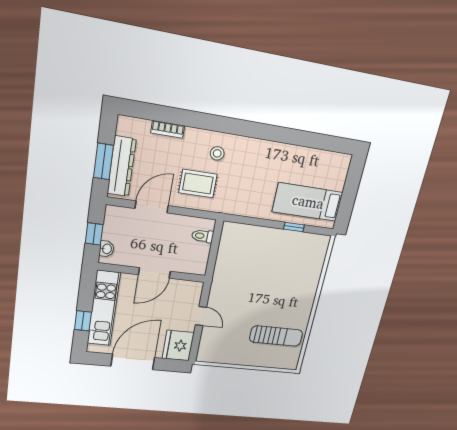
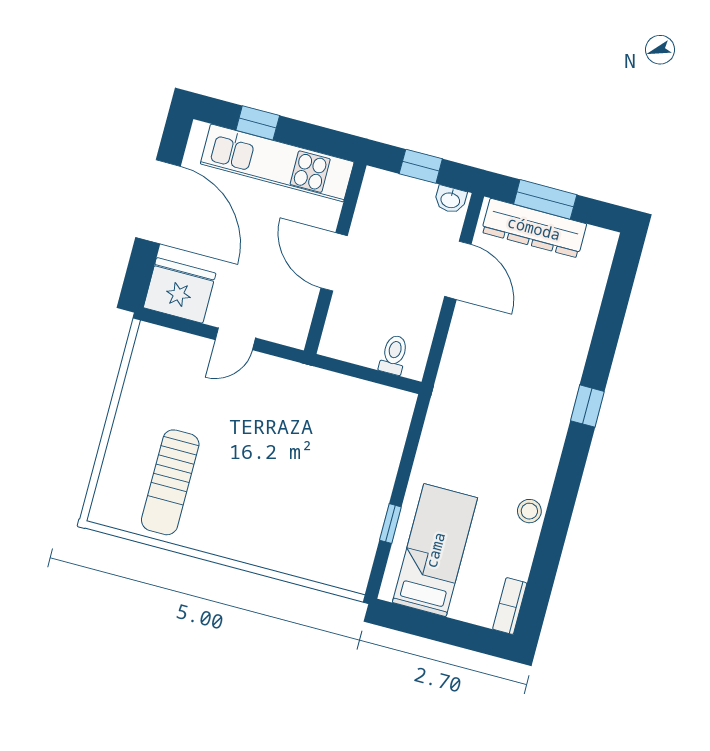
window: (224, 125) -> (587, 406), added
bookcase: (168, 129) -> (510, 606), moved
stool: (217, 153) -> (529, 511), moved
rug: (198, 183) -> (491, 354), removed
washbasin: (107, 249) -> (450, 200), moved

